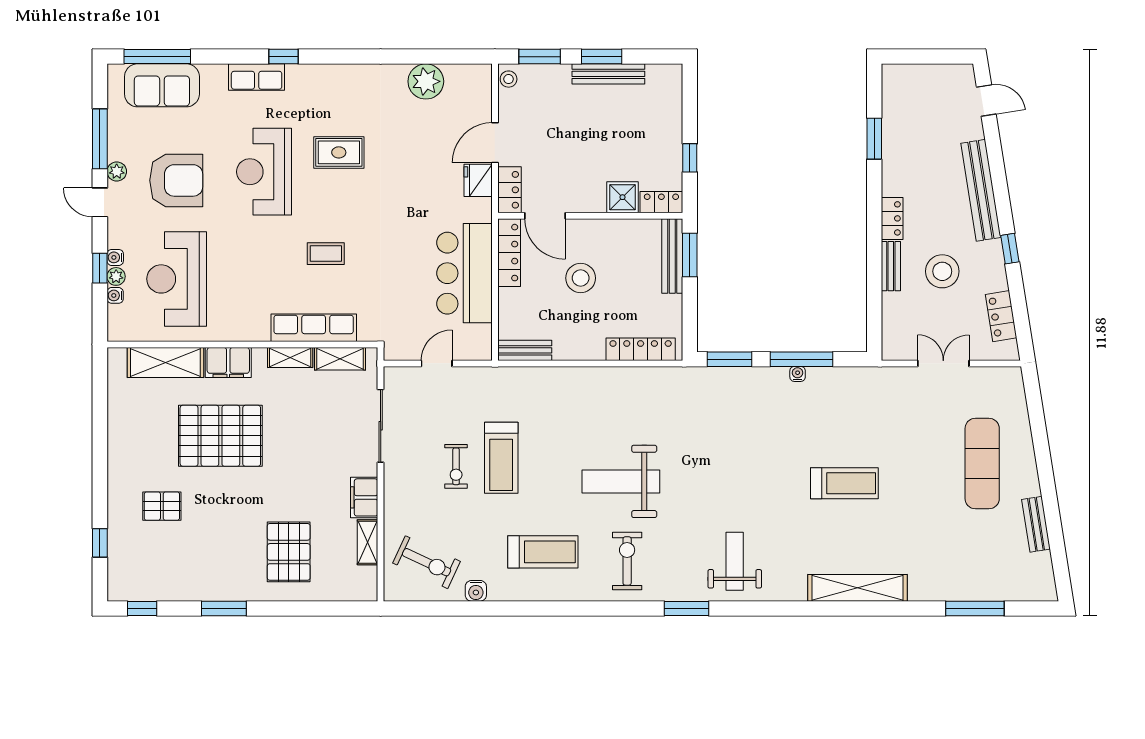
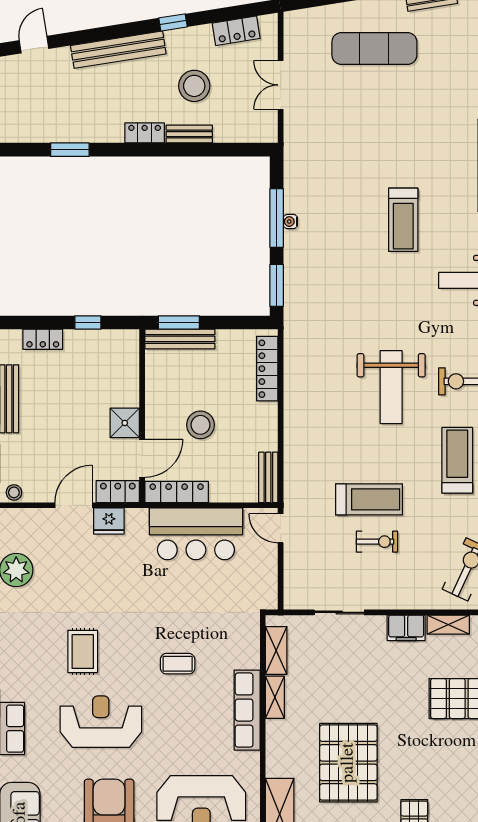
door: (495, 143) -> (74, 505), swing flipped
reception desk: (264, 172) -> (101, 722), turned 180
shower: (623, 197) -> (125, 423), moved
locker: (661, 202) -> (43, 339), moved, turned -90
coffee table: (326, 254) -> (178, 664), turned 90
row of seats: (314, 328) -> (247, 710), moved
filing cabinet: (228, 363) -> (280, 755), removed
door: (437, 363) -> (281, 528), moved
sliding door: (381, 426) -> (339, 612), width x0.73
treadmill: (844, 483) -> (403, 220), moved, turned 180

